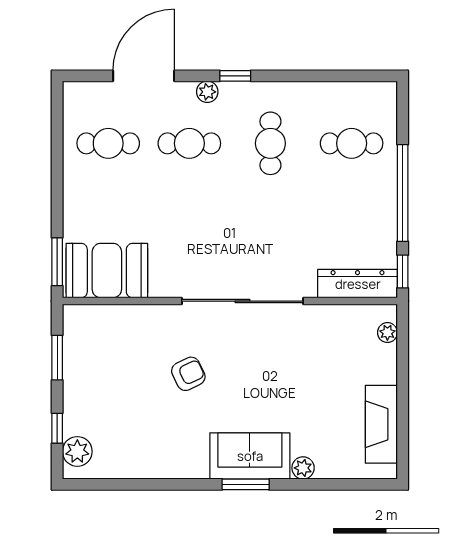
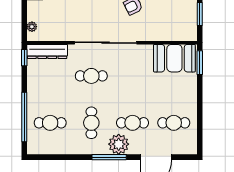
window: (235, 76) -> (109, 157), width x2.17
plant: (207, 92) -> (119, 144), width x1.88, depth x1.88
window: (403, 193) -> (24, 117), moved
cafe table: (270, 236) -> (91, 76), added

